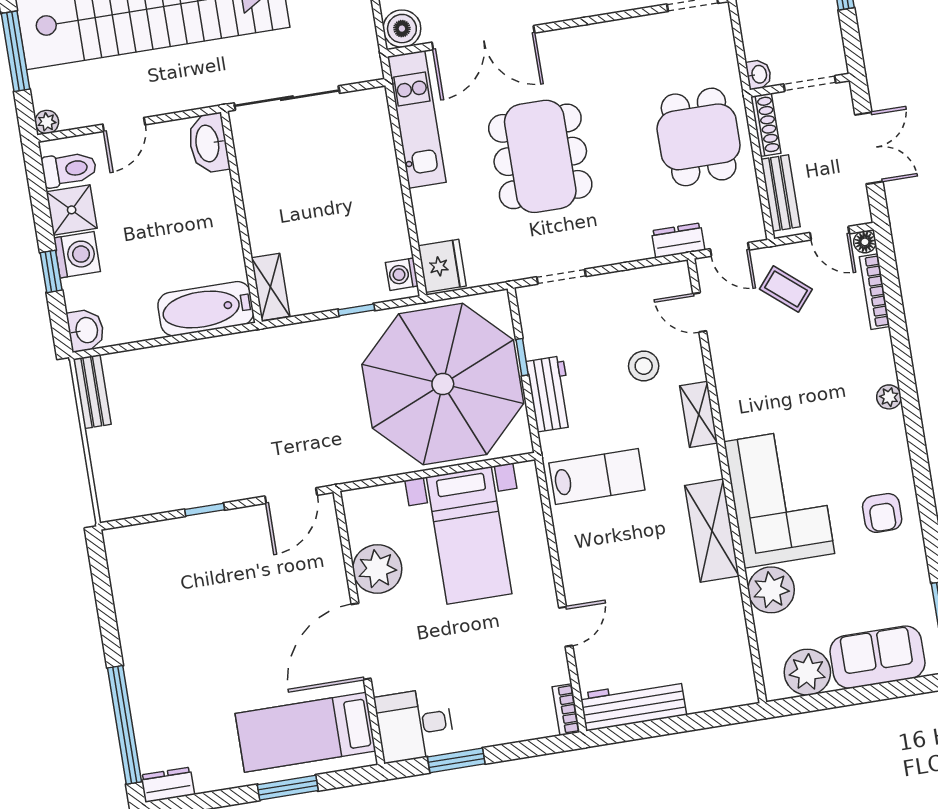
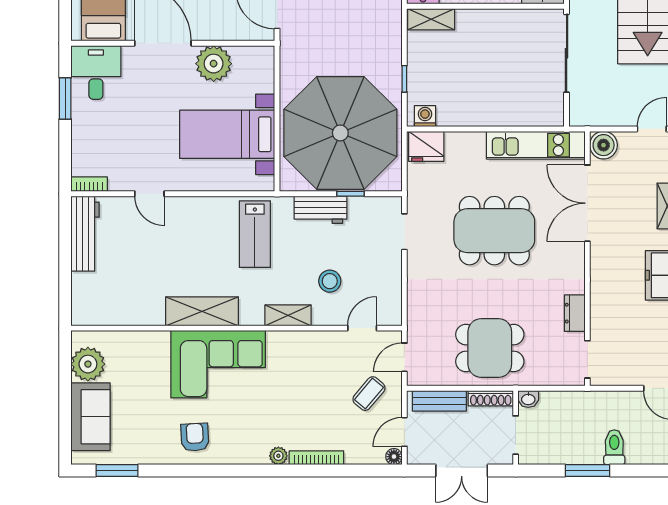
dresser: (678, 240) -> (575, 313), moved, turned 180
bookcase: (875, 292) -> (316, 458), moved
armchair: (882, 513) -> (195, 437), turned 87
plant: (771, 590) -> (152, 347), removed

